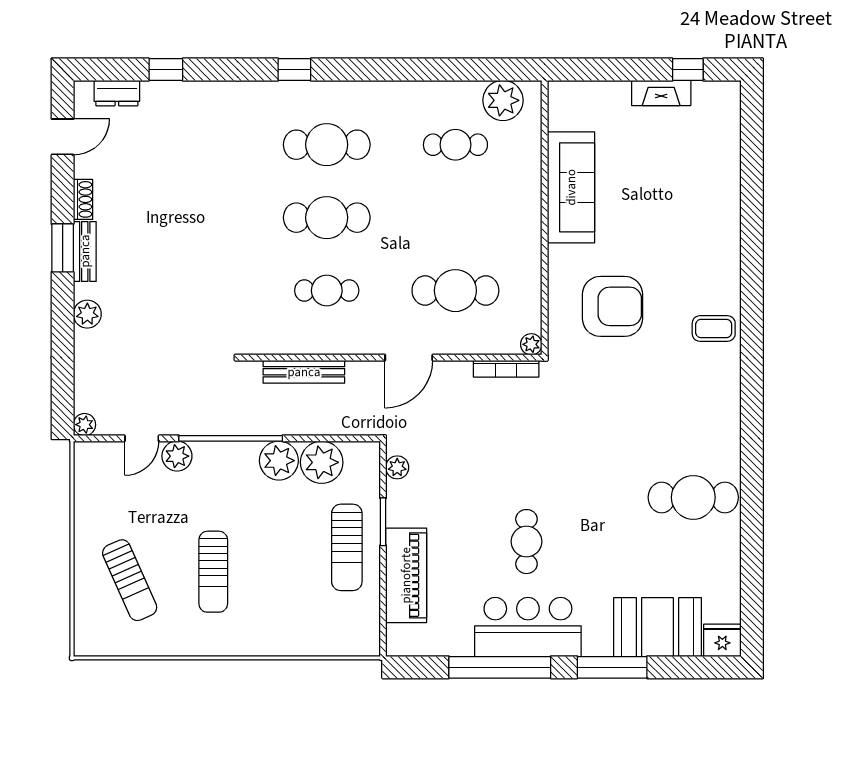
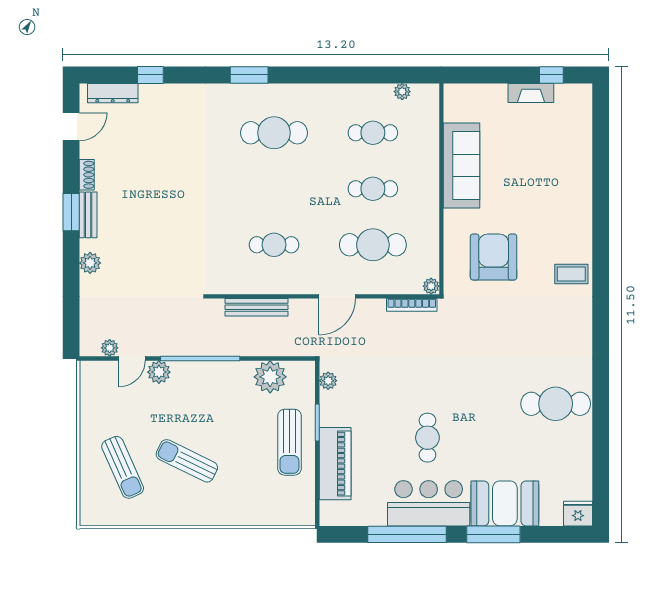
window: (294, 70) -> (249, 75), width x1.50
dresser: (117, 93) -> (113, 93), width x1.44
plant: (503, 100) -> (402, 92), width x0.53, depth x0.53
cafe table: (327, 218) -> (373, 189), moved, width x0.73, depth x0.74
armchair: (613, 306) -> (494, 257), turned -90
plant: (84, 425) -> (110, 348), moved
plant: (279, 461) -> (237, 375), removed
sun lounger: (213, 572) -> (187, 461), turned 116
booth: (658, 627) -> (505, 503), moved

